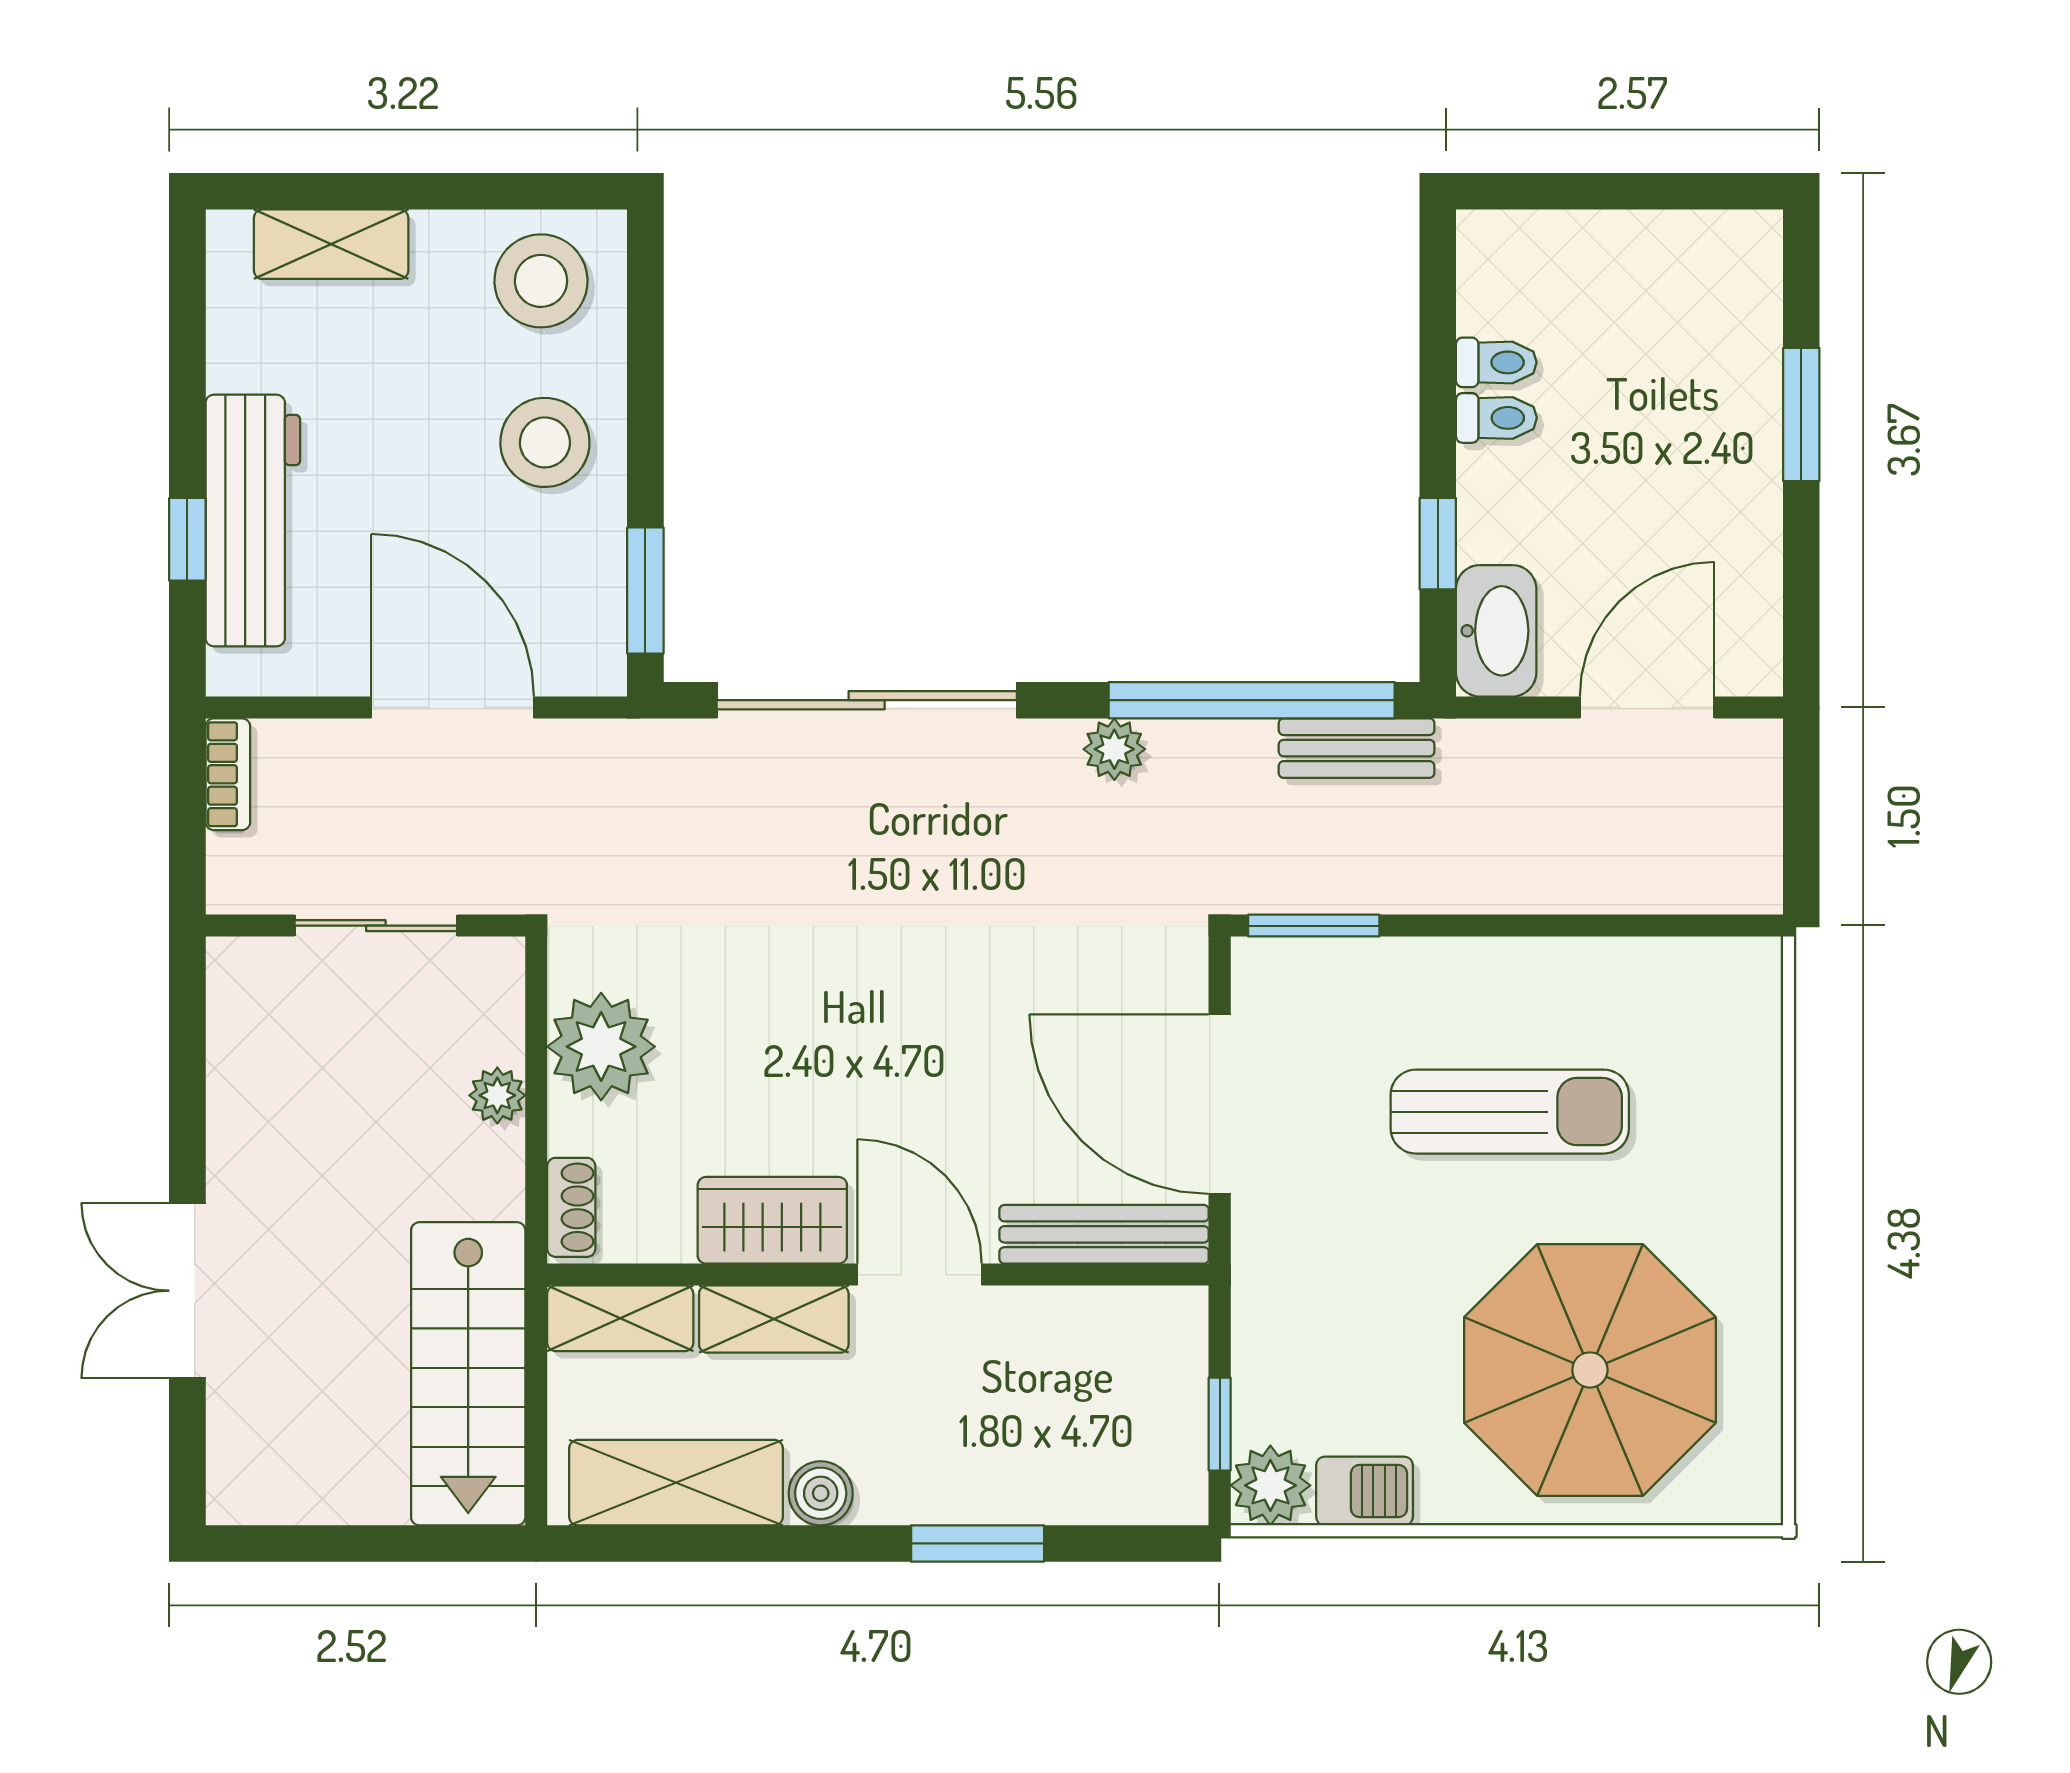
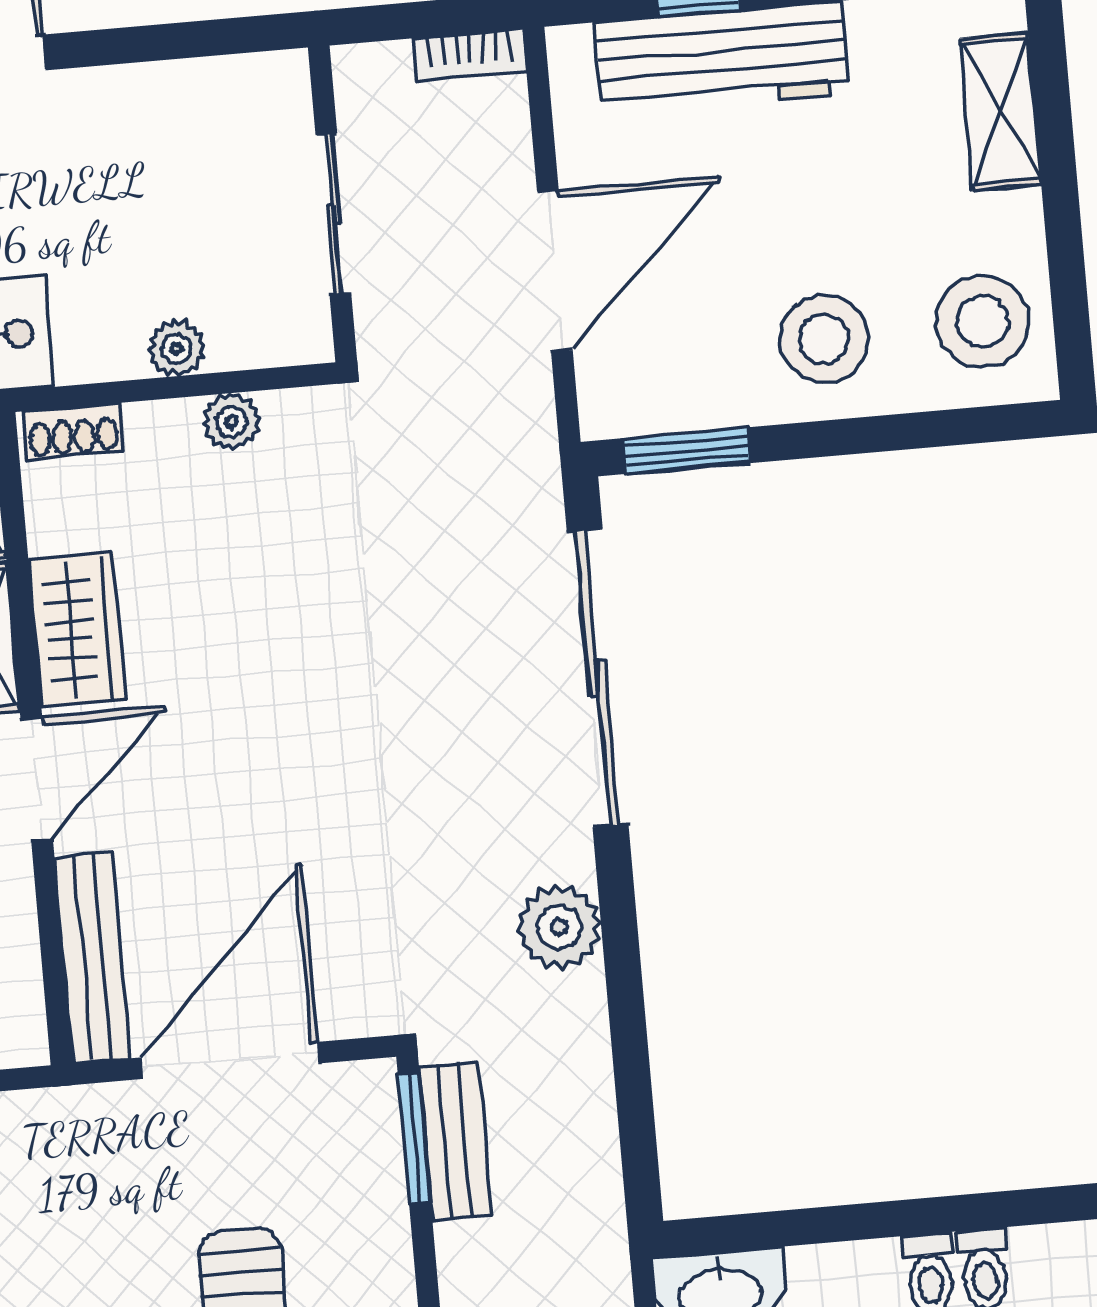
window: (1438, 544) -> (801, 1227), removed
window: (1252, 700) -> (631, 1057), removed
bench: (1357, 748) -> (455, 1142), moved
plant: (1114, 749) -> (559, 927), width x1.38, depth x1.38
plant: (601, 1047) -> (232, 422), width x0.53, depth x0.53

